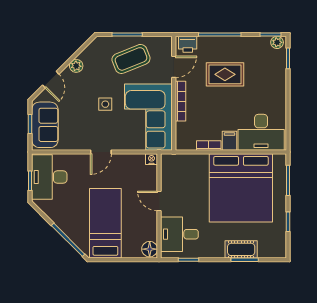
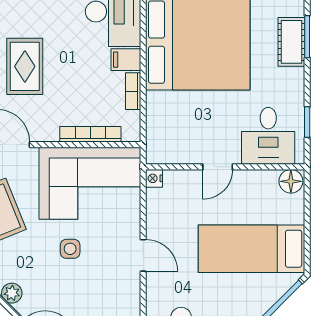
bookcase: (180, 101) -> (90, 134), moved

